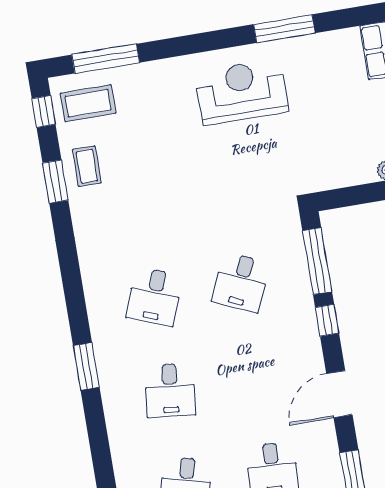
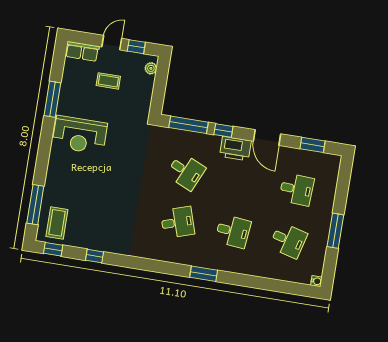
reception desk: (242, 92) -> (80, 135), turned -90
coffee table: (87, 166) -> (108, 81), moved
window: (55, 182) -> (95, 256), width x0.67
desk: (154, 297) -> (178, 222), turned -39
printer: (304, 349) -> (235, 149), added

